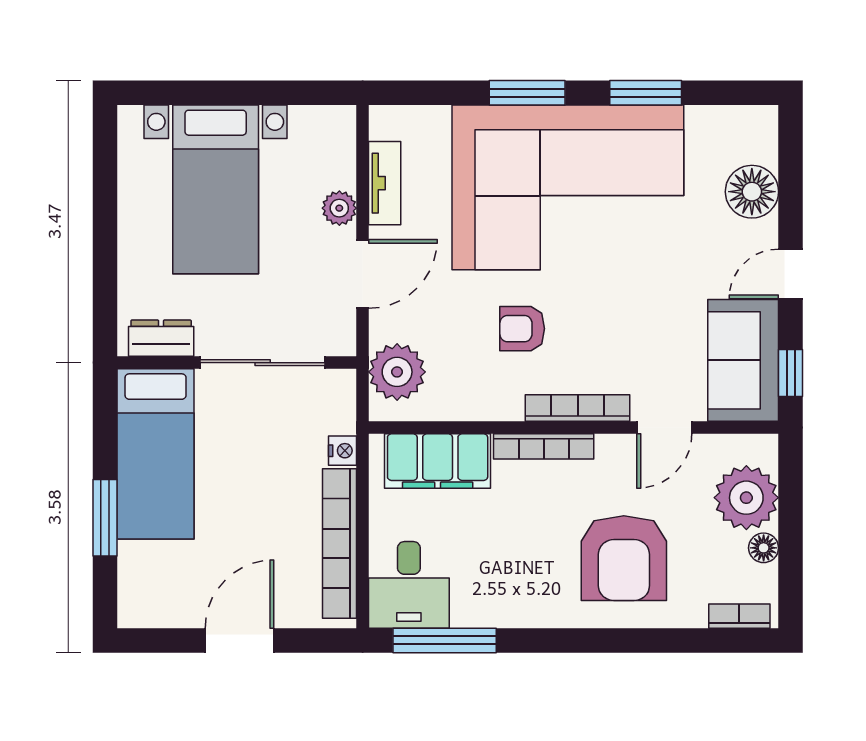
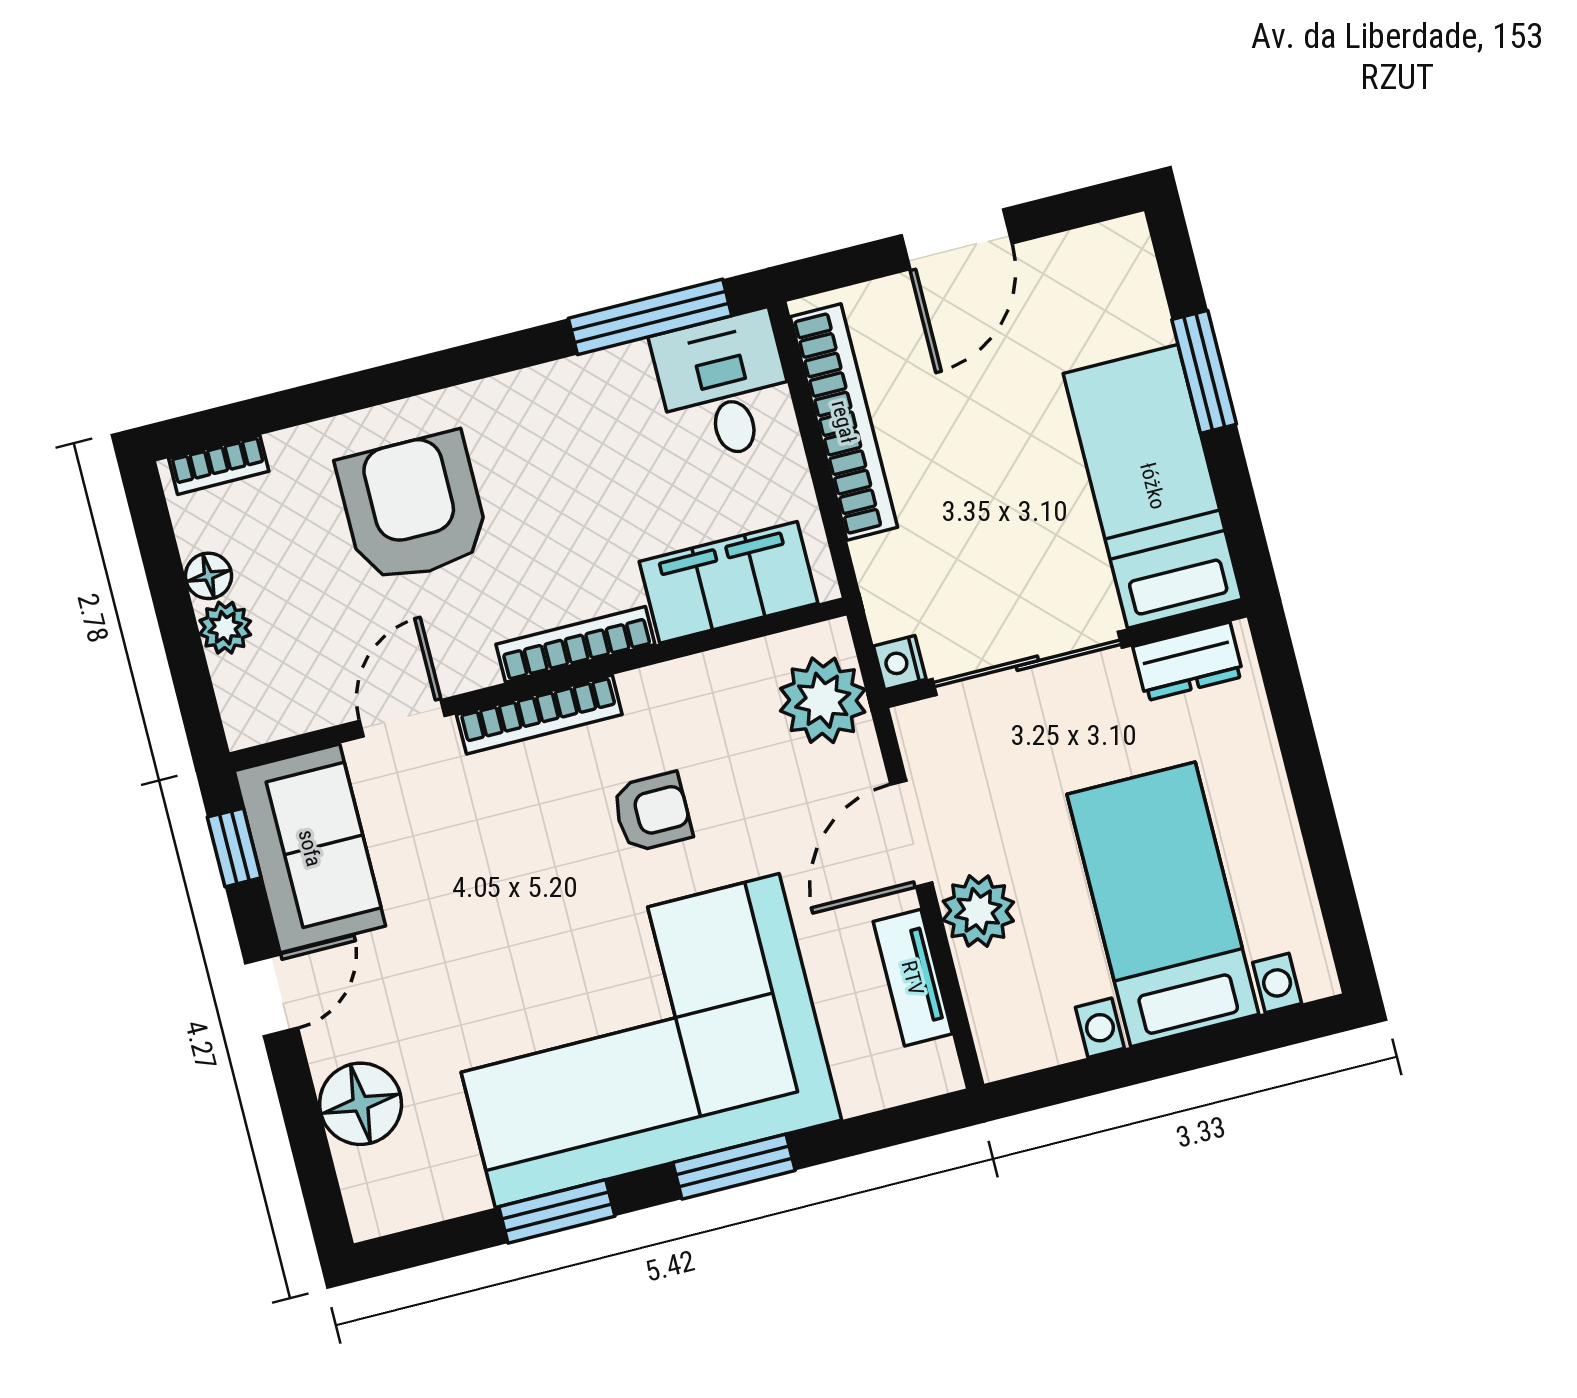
plant: (339, 208) -> (978, 911), width x1.38, depth x1.38
nightstand: (343, 451) -> (900, 663), moved
plant: (746, 498) -> (225, 628), width x0.53, depth x0.53

